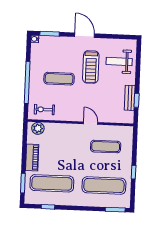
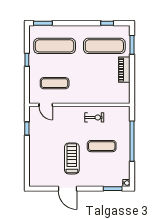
door: (85, 35) -> (68, 189), moved
weight bench: (119, 61) -> (45, 165), removed
bench: (130, 98) -> (33, 131), removed
exercise bike: (44, 110) -> (94, 117), moved
door: (91, 123) -> (46, 105), moved
plant: (38, 128) -> (120, 98), removed

